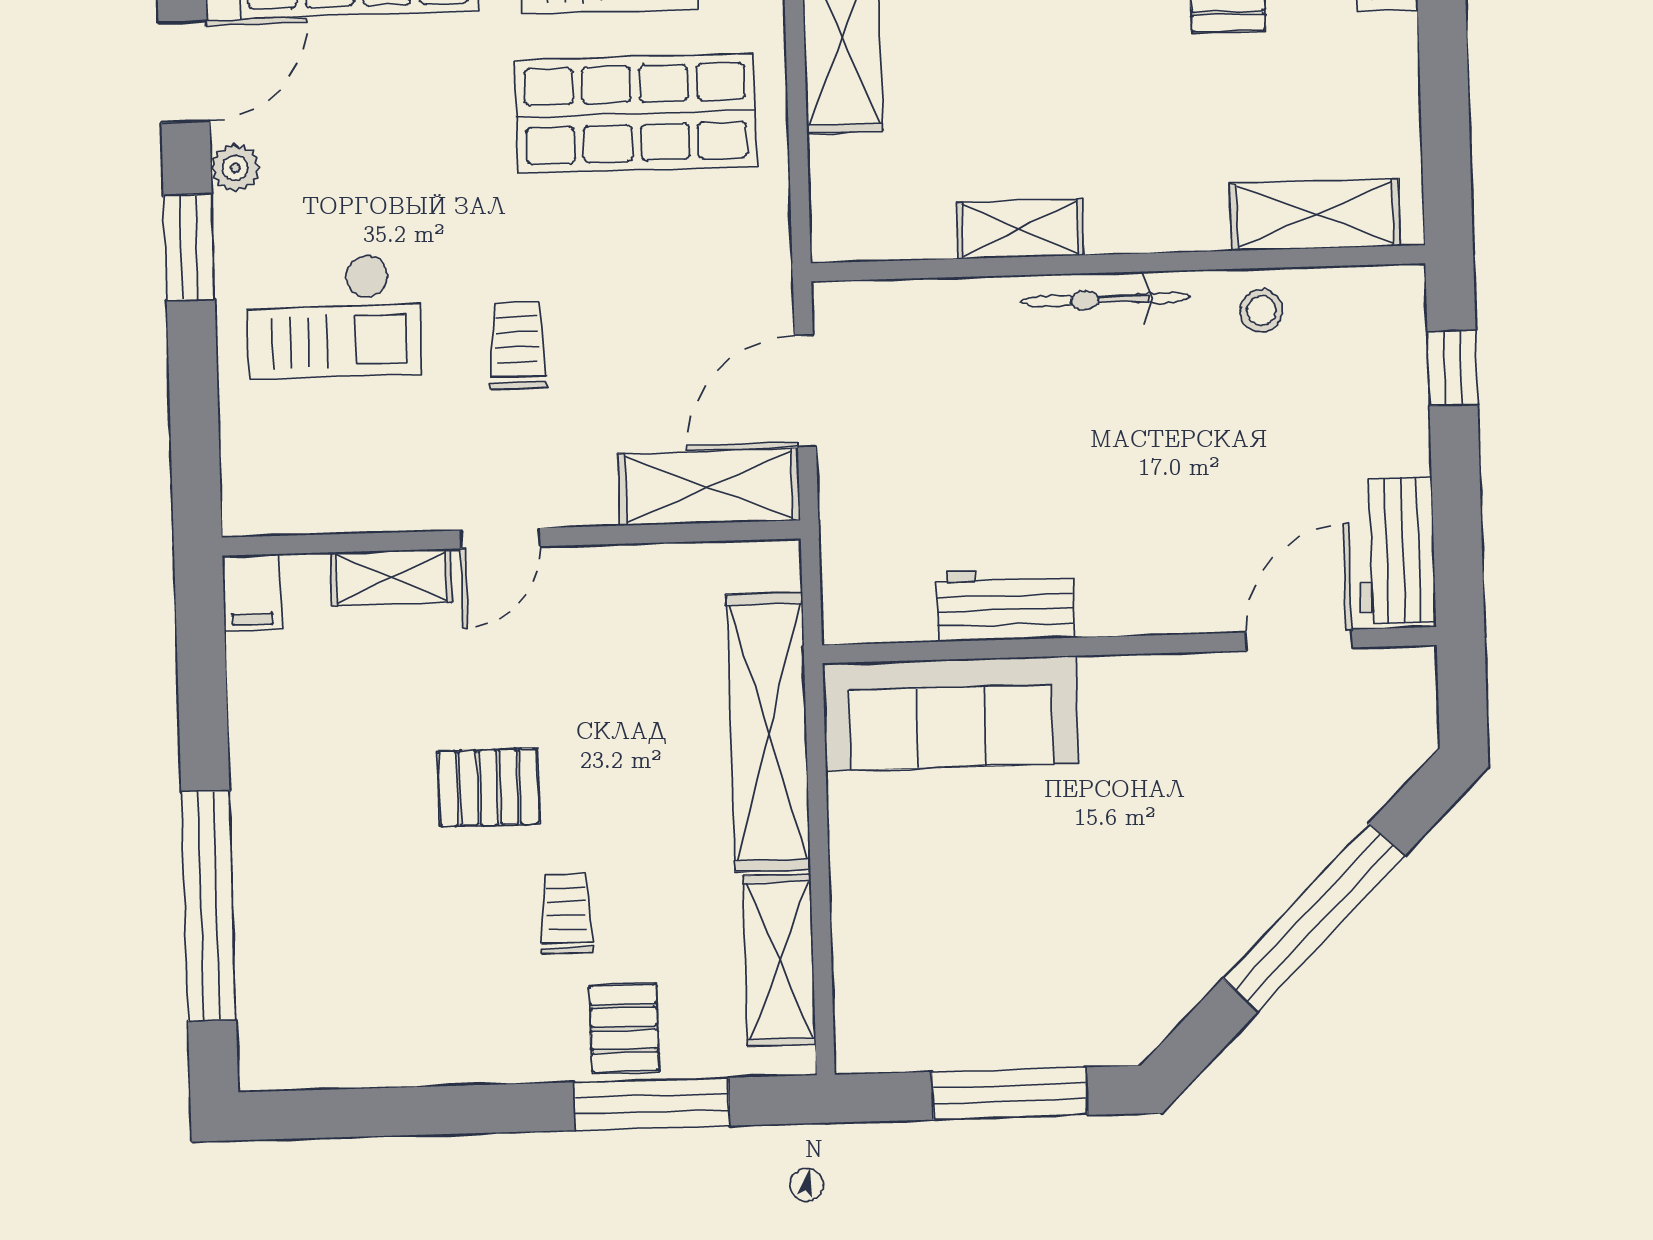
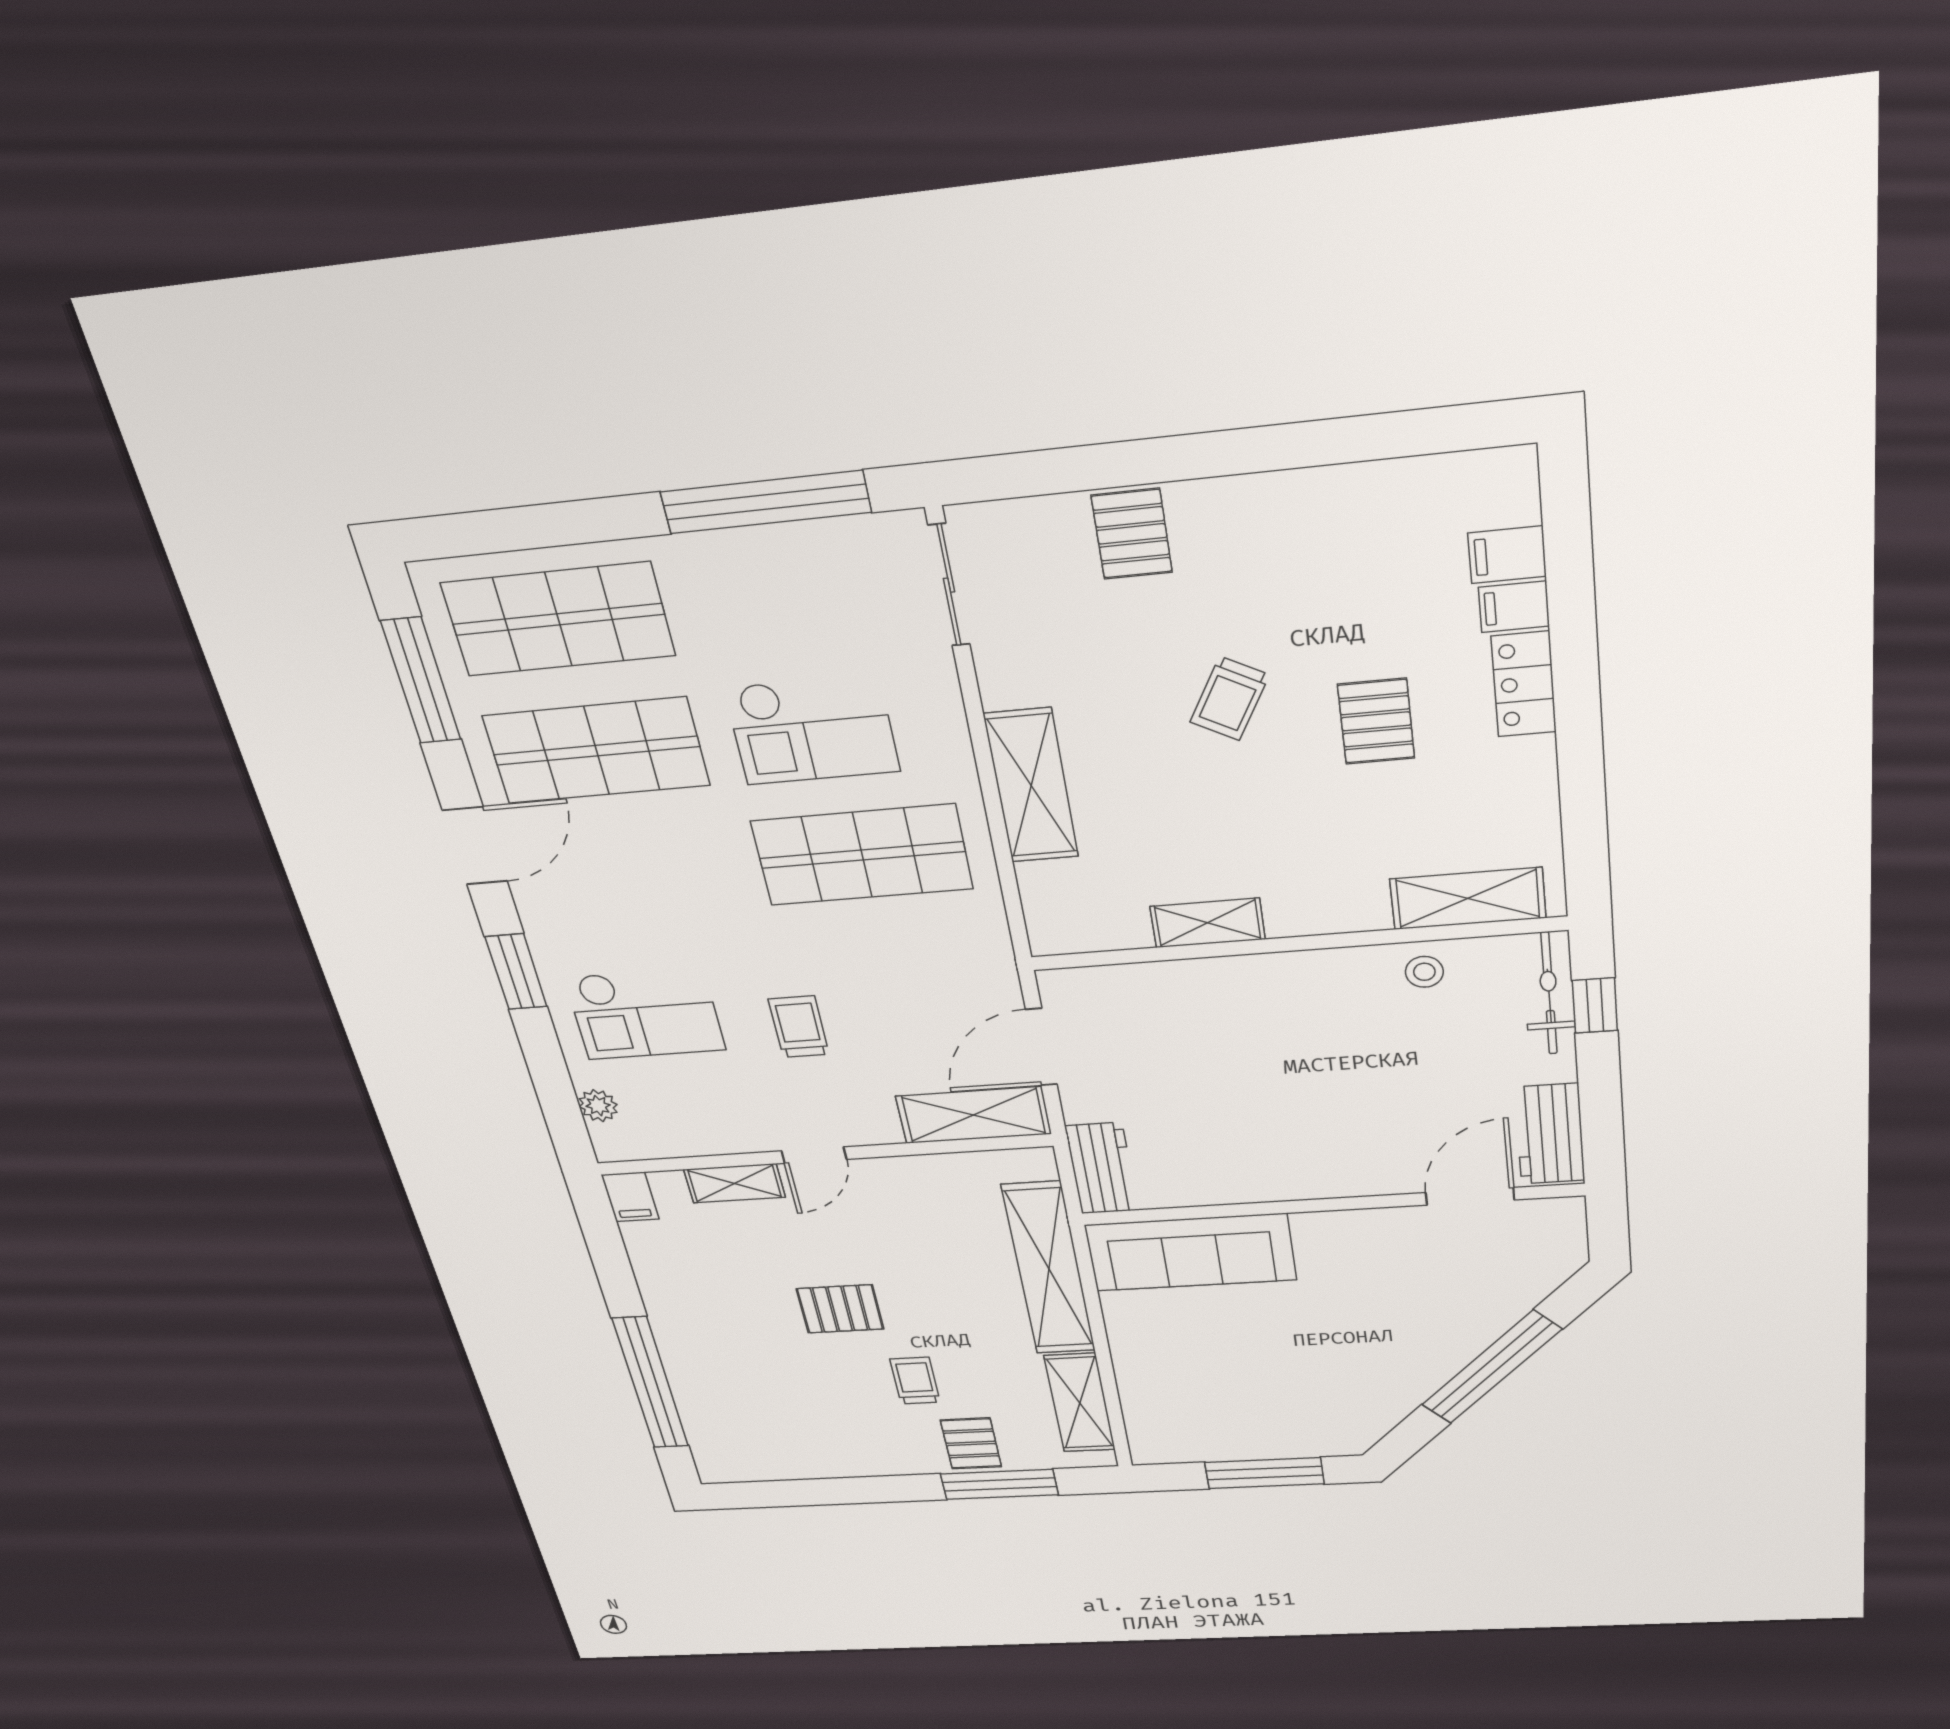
plant: (235, 168) -> (598, 1106), moved
bicycle: (1105, 299) -> (1549, 993), moved, turned 90
workbench: (1005, 604) -> (1102, 1168), moved, turned 90

